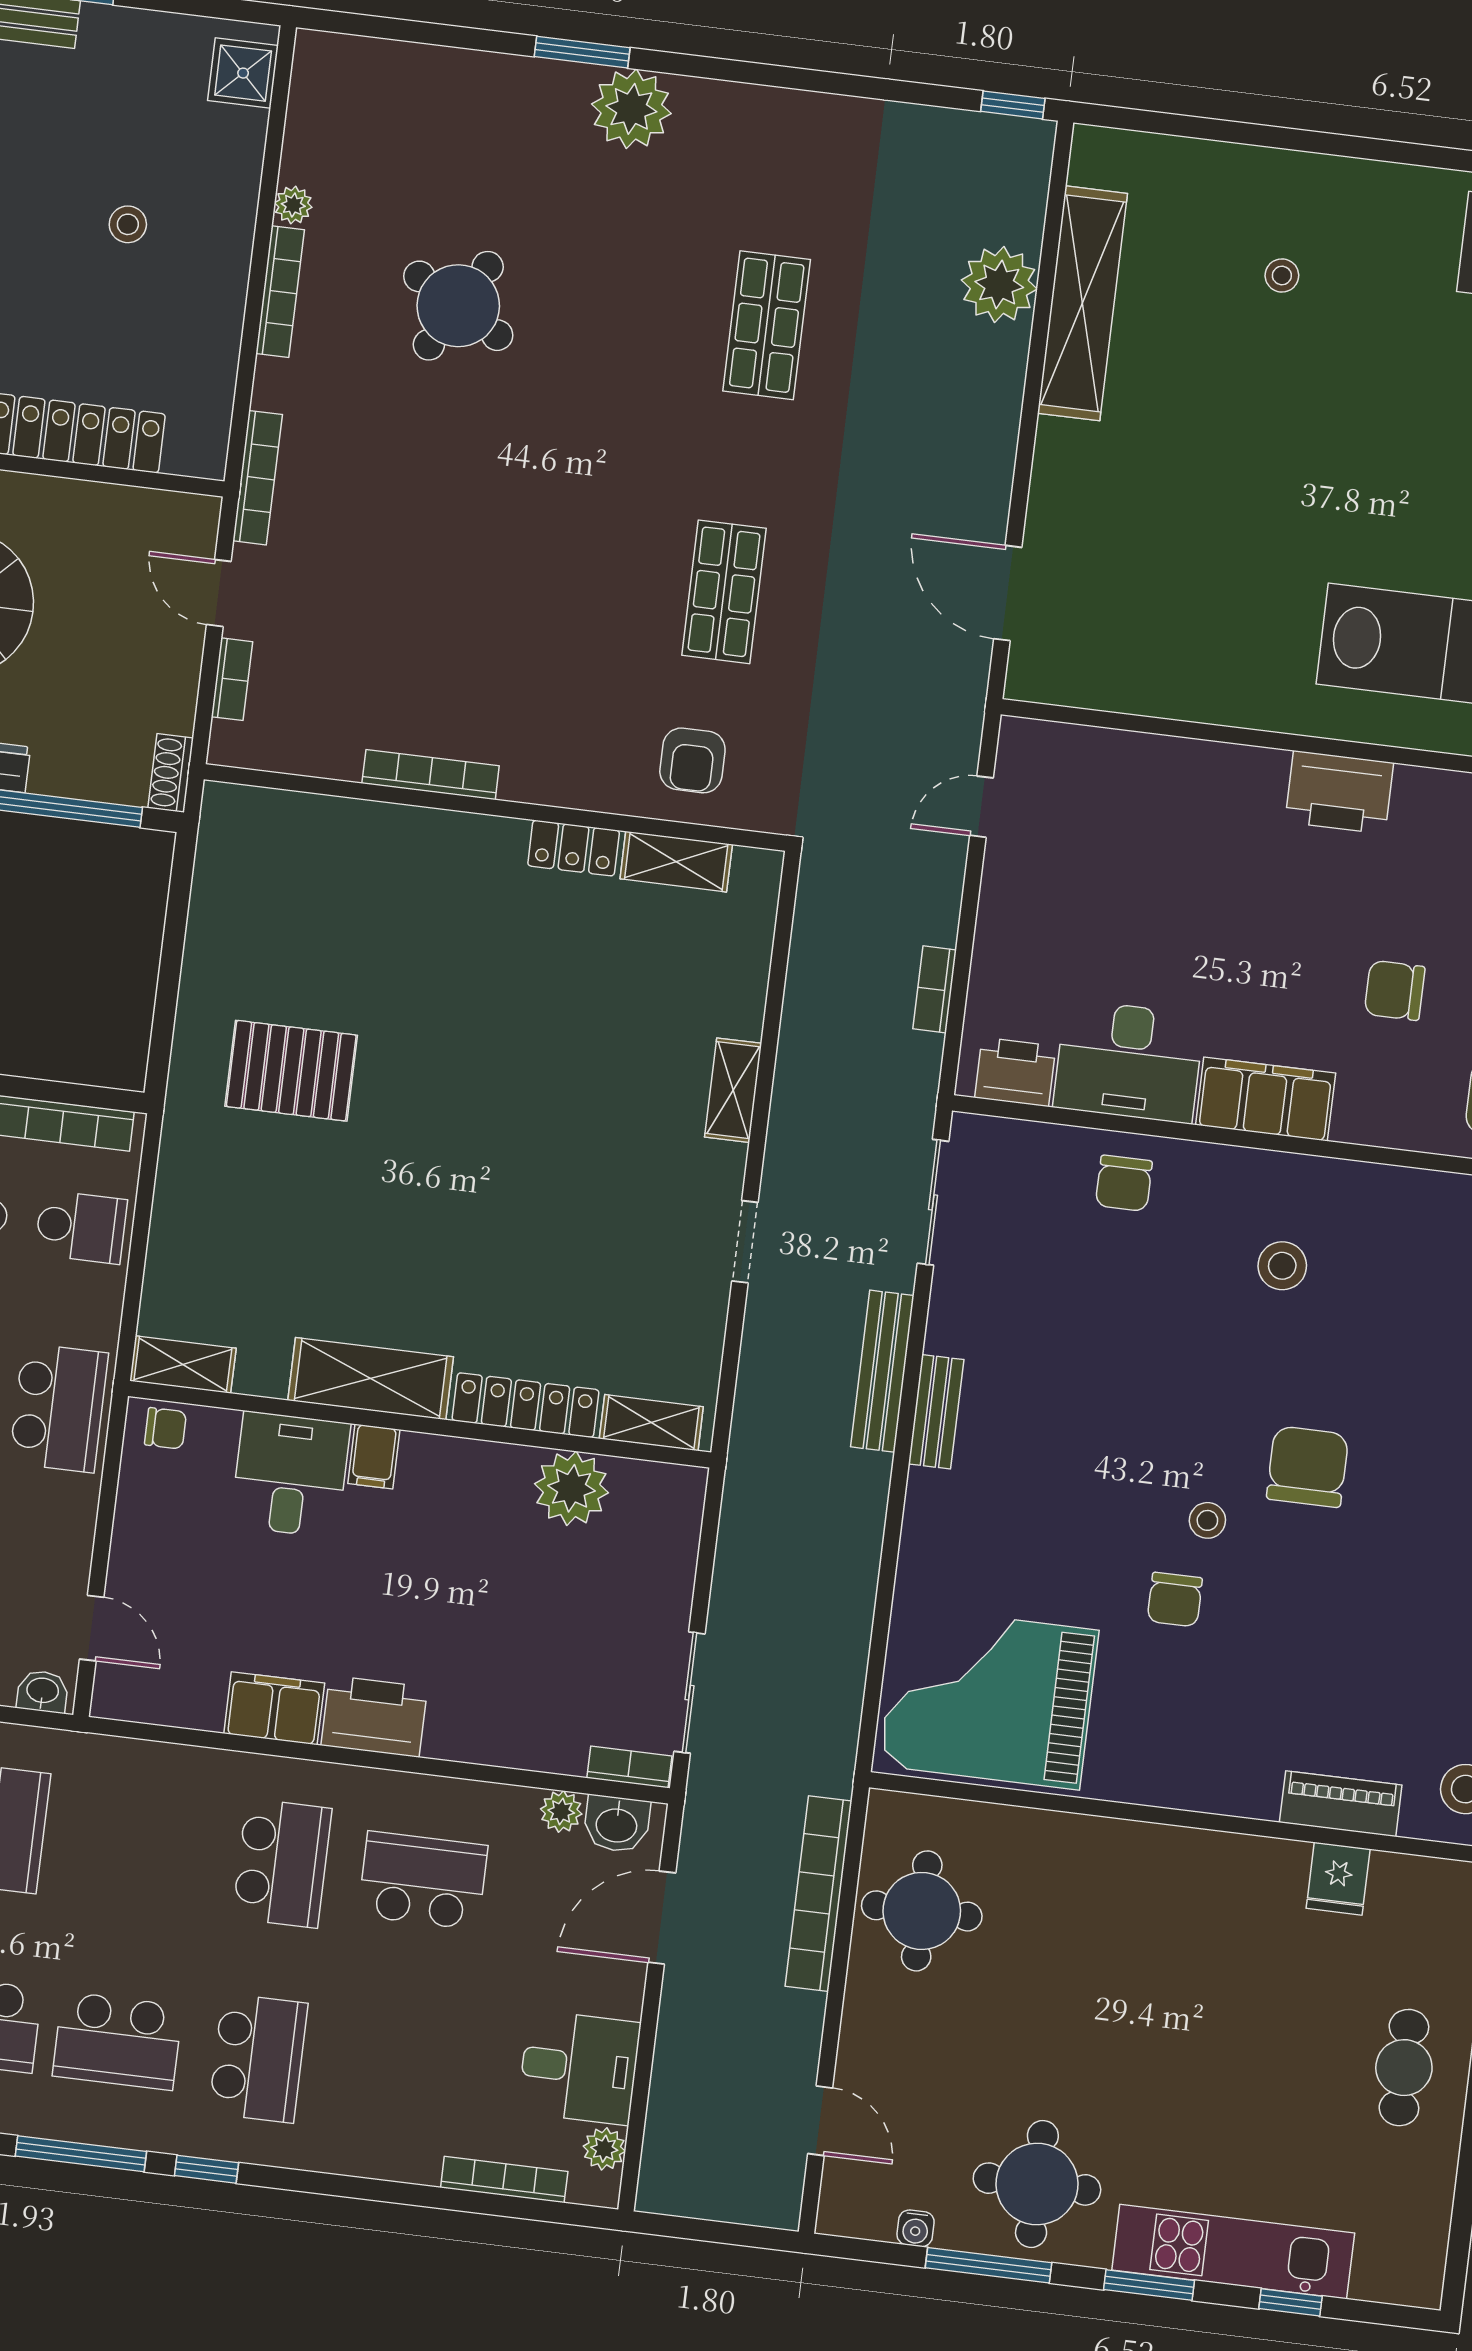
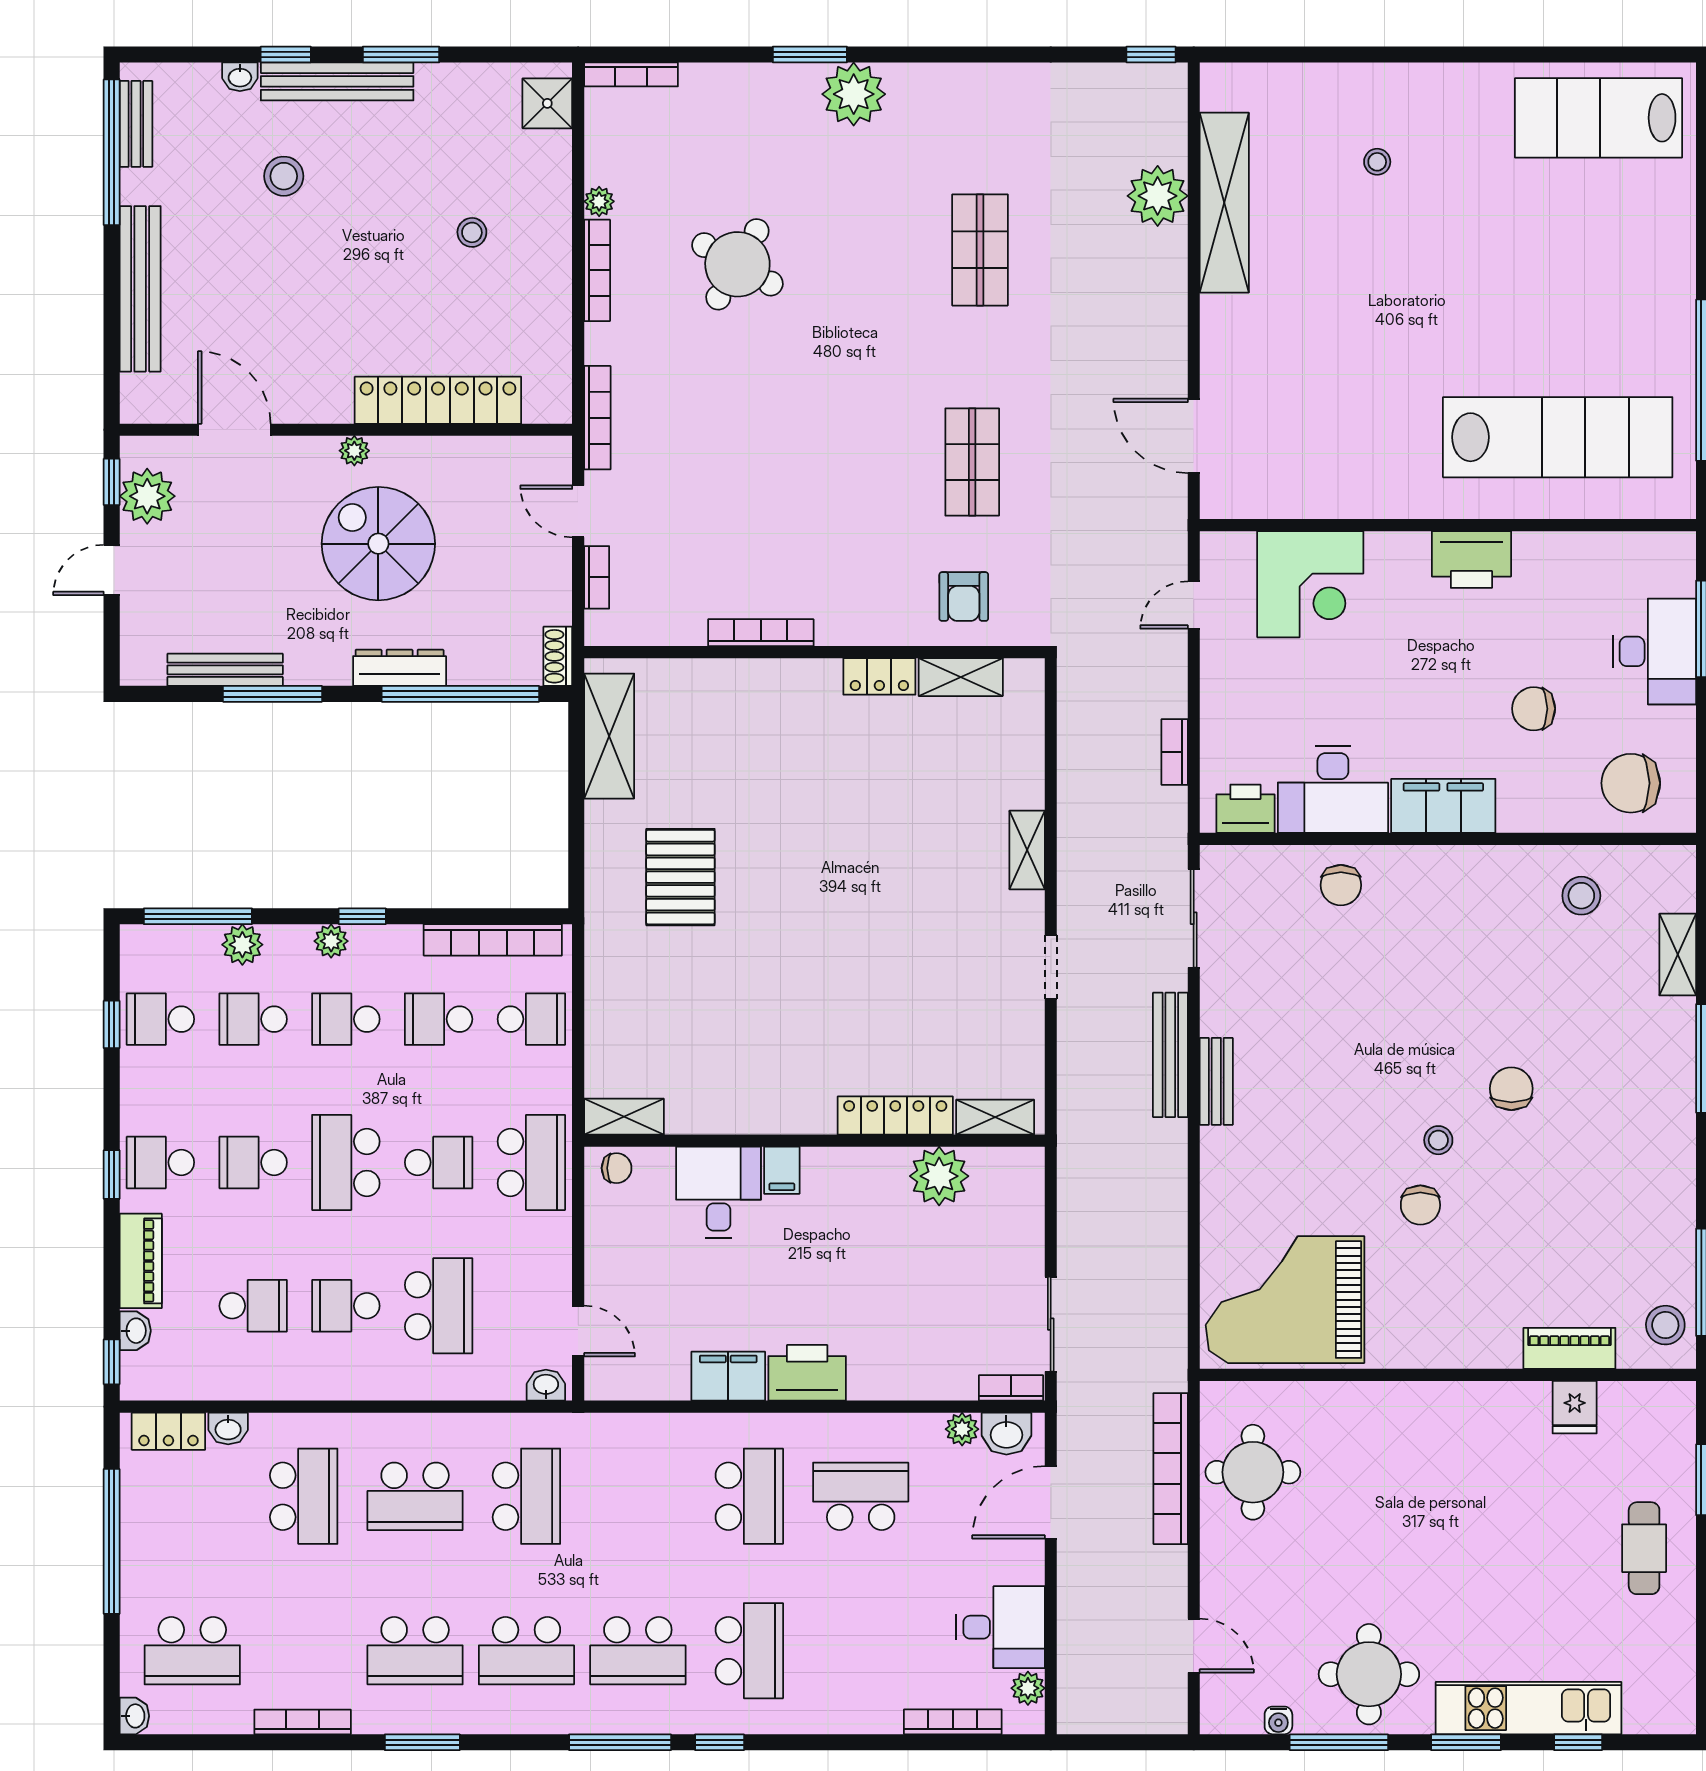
bookcase: (353, 50) -> (631, 74), added
corner desk: (1132, 798) -> (1310, 584), added
pallet: (291, 1071) -> (680, 877), turned 90
stool: (1282, 1266) -> (1581, 896), moved
shelving: (371, 1379) -> (609, 736), moved, turned 90
chair: (1308, 1467) -> (1511, 1089), width x0.73, depth x0.73

